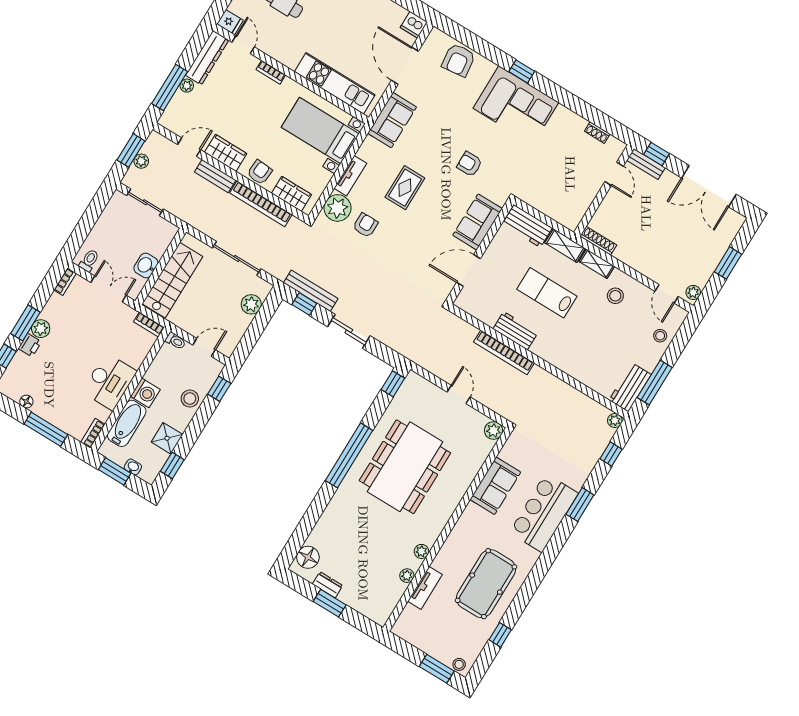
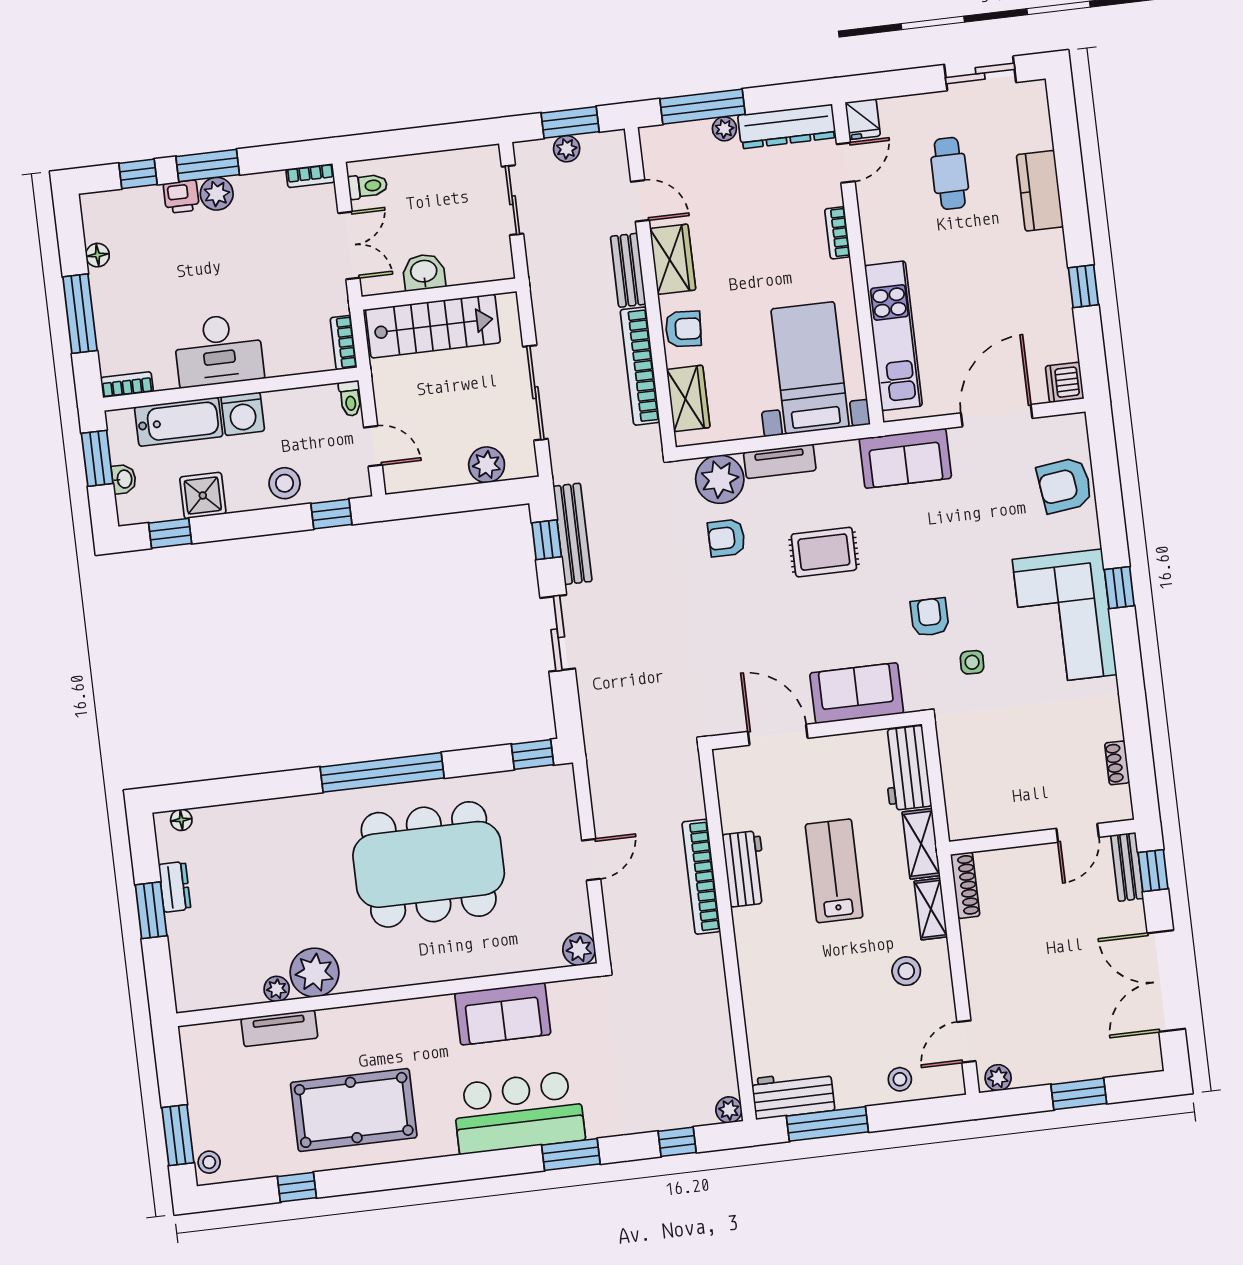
side table: (504, 161) -> (972, 662), added
armchair: (365, 225) -> (726, 538), turned 180
plant: (421, 551) -> (314, 973), width x1.88, depth x1.88
floor lamp: (308, 557) -> (181, 820), width x0.53, depth x0.53

